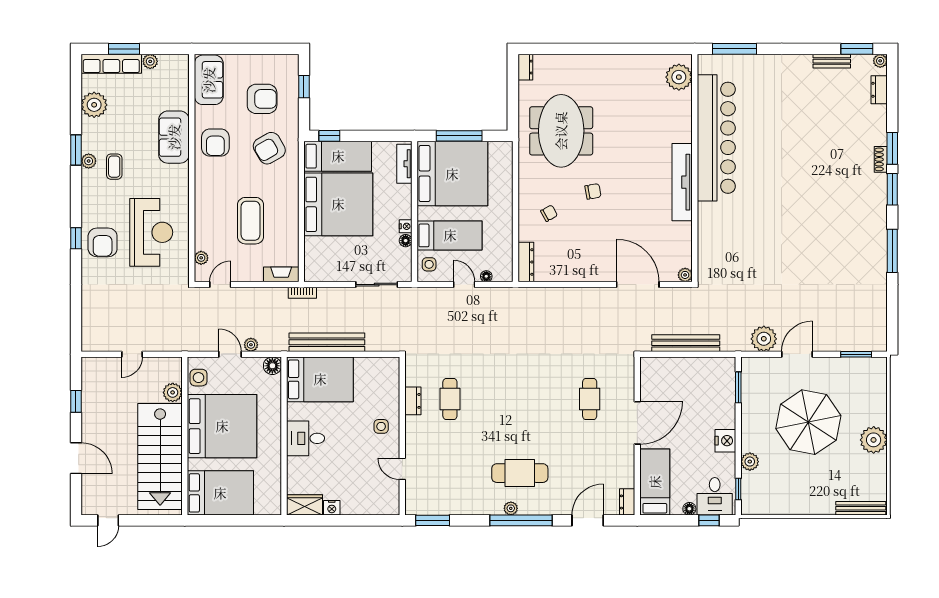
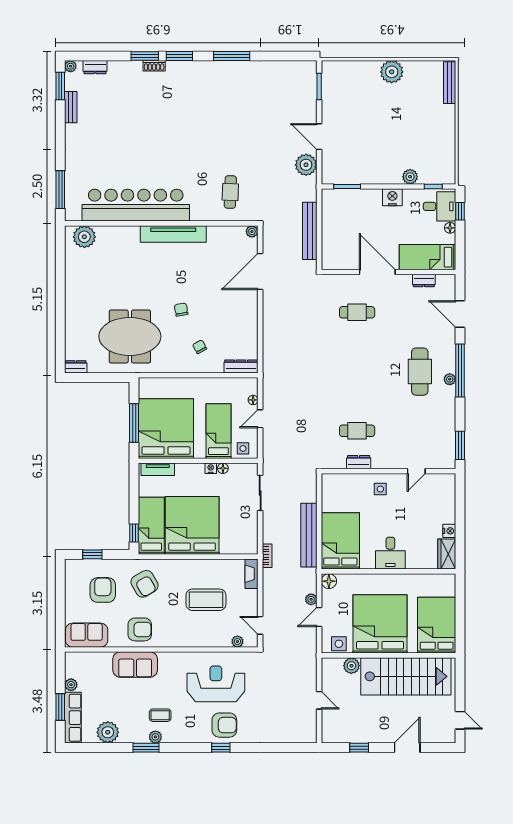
cafe table: (732, 249) -> (230, 192), added
parasol: (808, 422) -> (377, 127), removed
dresser: (627, 502) -> (424, 281), moved

